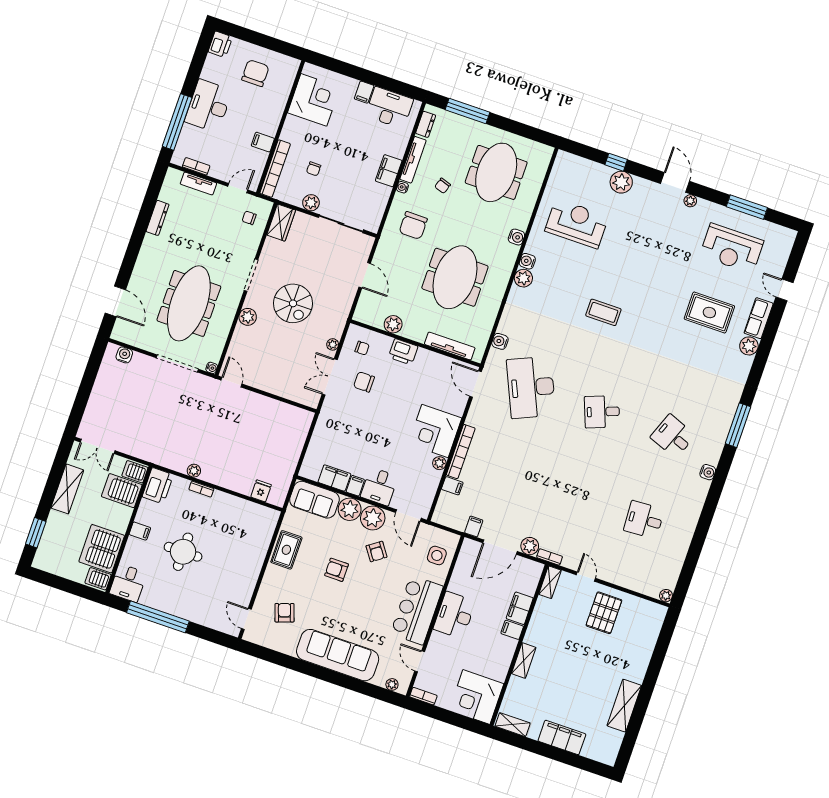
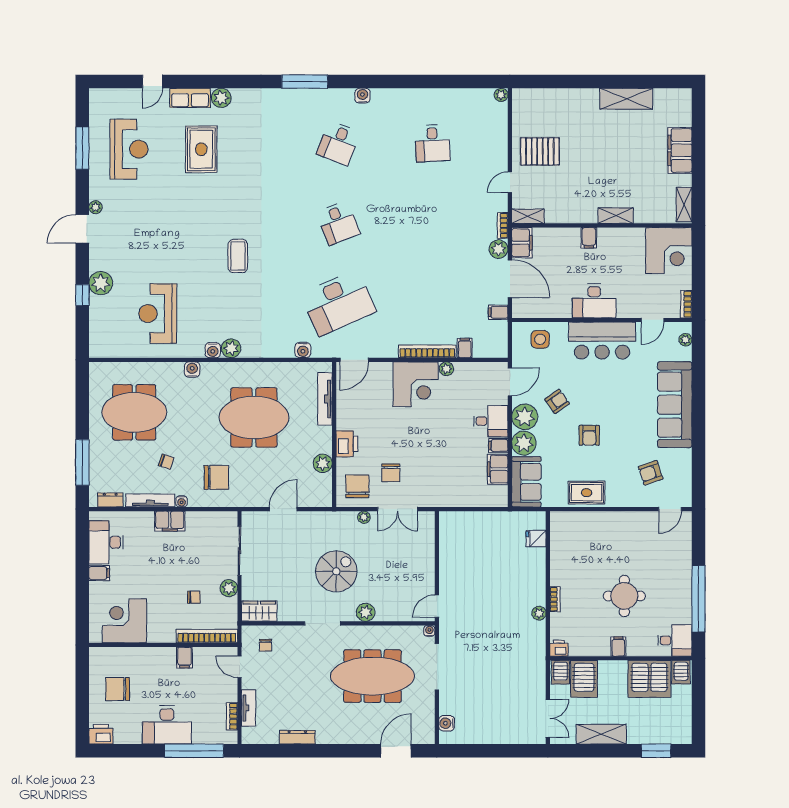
chair: (362, 348) -> (357, 486), width x1.87, depth x1.87
printer: (158, 486) -> (559, 648), width x0.53, depth x0.68
filing cabinet: (520, 608) -> (522, 243), moved, turned -90

